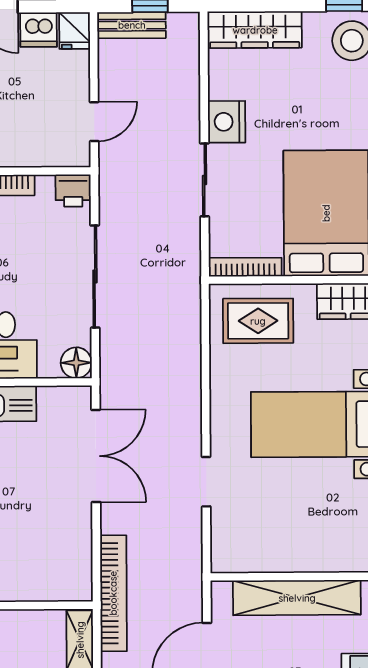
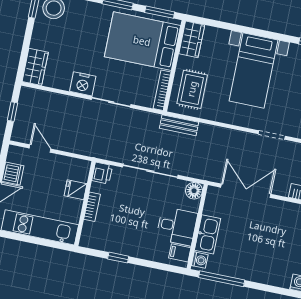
bench: (132, 25) -> (179, 125), moved, turned 90
wardrobe: (255, 30) -> (35, 67), width x0.67
fridge: (75, 31) -> (76, 190), moved, turned 180
door: (94, 122) -> (40, 148), moved

